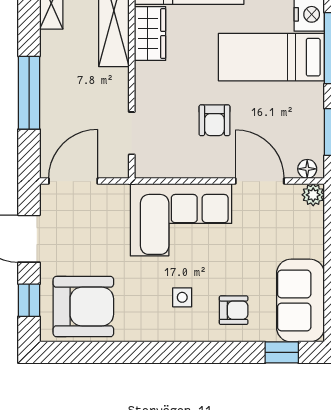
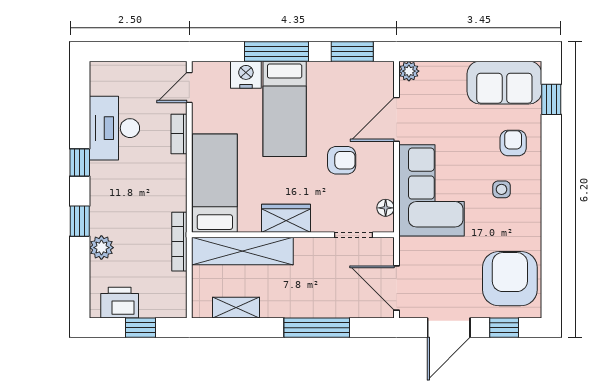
wardrobe: (150, 34) -> (286, 218), moved
floor lamp: (307, 169) -> (386, 208), moved

